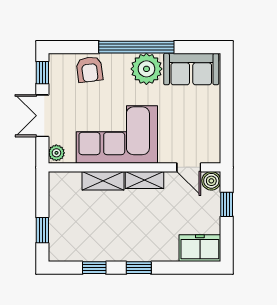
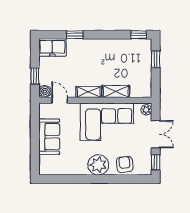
window: (136, 47) -> (94, 179), removed
plant: (146, 69) -> (98, 165), moved
sofa: (191, 69) -> (49, 137), moved, turned 90
window: (94, 268) -> (139, 35), moved
window: (139, 268) -> (75, 35), moved

